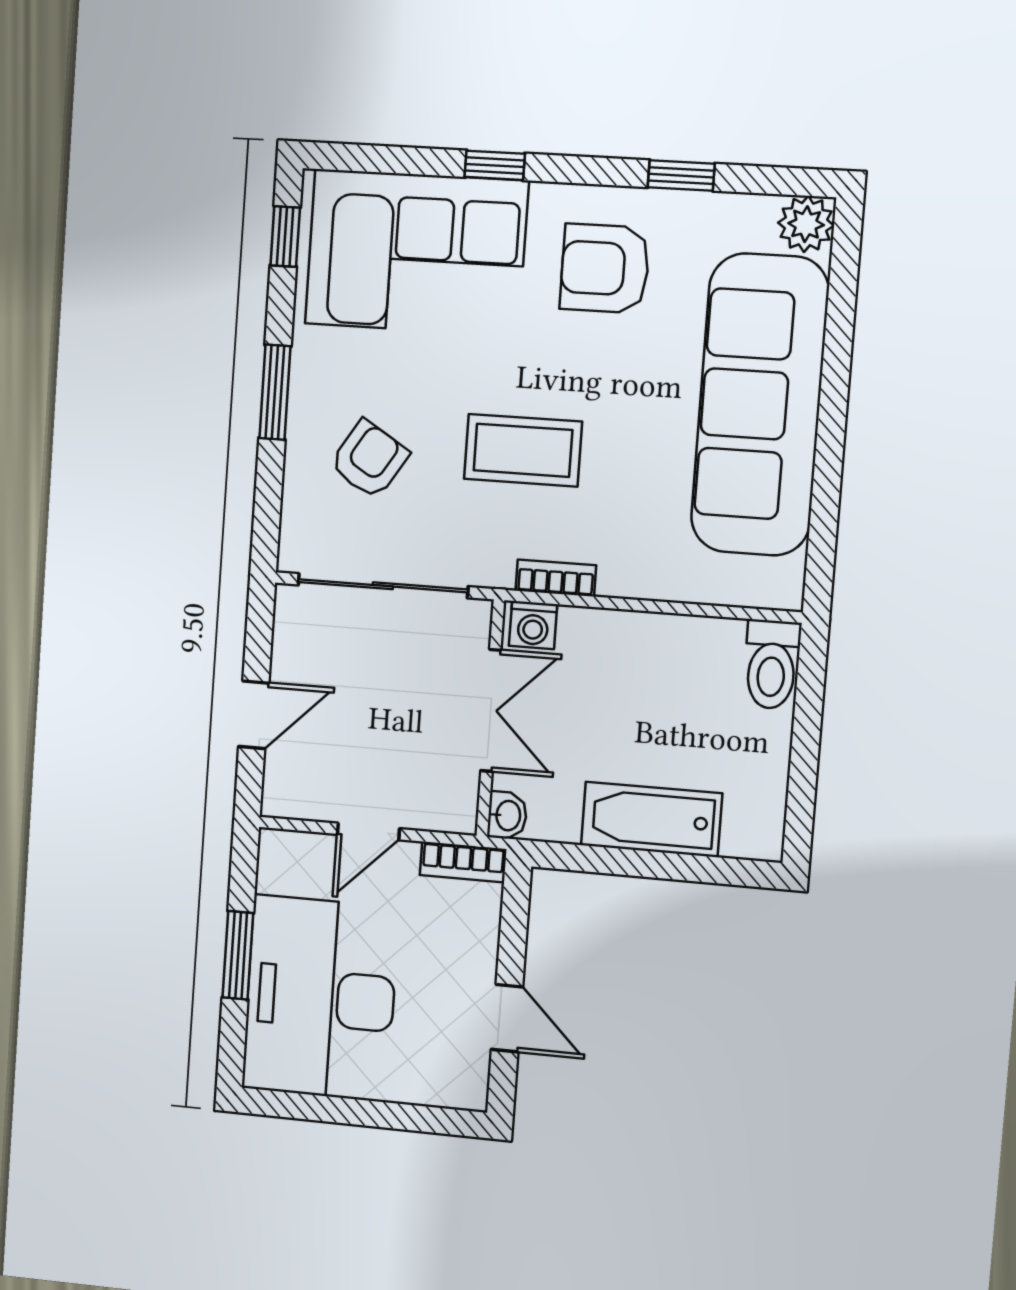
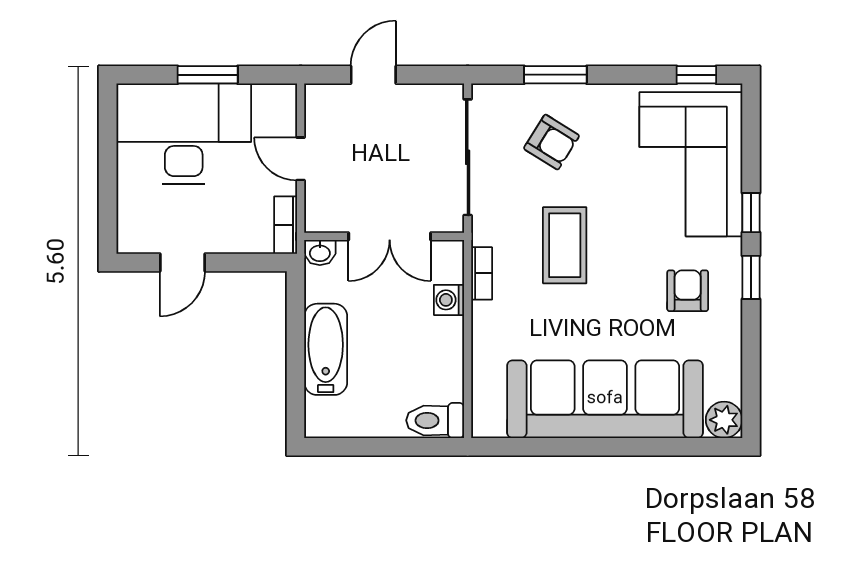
window: (681, 175) -> (751, 277), moved
armchair: (605, 268) -> (688, 291), width x0.72, depth x0.72
window: (275, 392) -> (555, 75), moved
washing machine: (533, 625) -> (449, 300), moved
door: (254, 715) -> (373, 75), swing flipped

